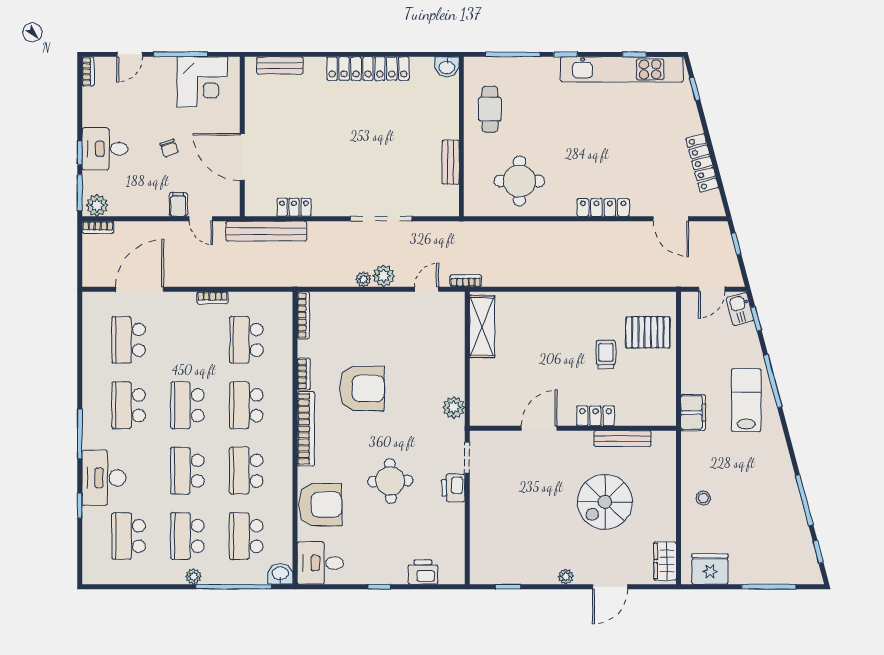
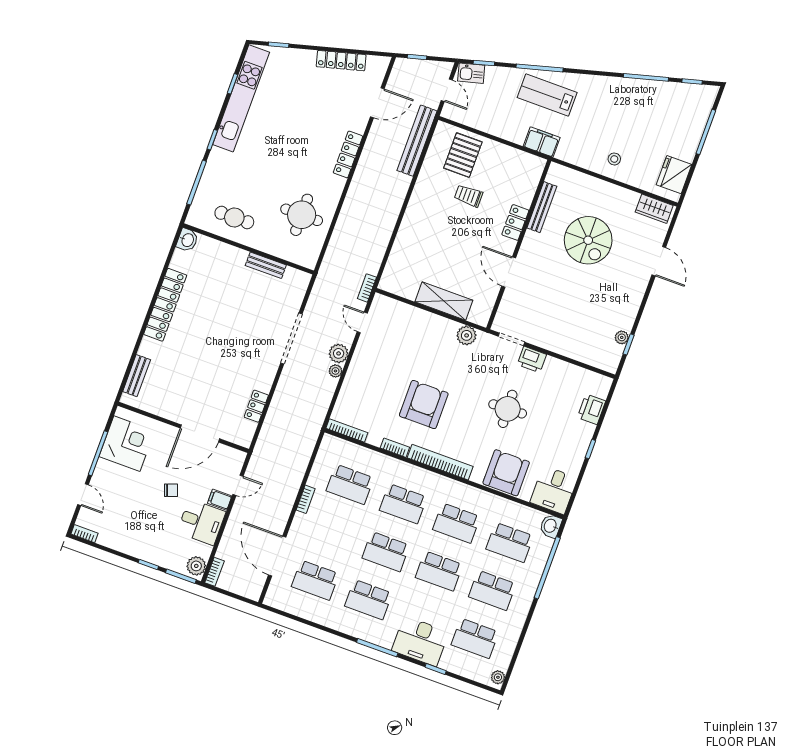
desk: (105, 149) -> (201, 522), moved, turned -90
bench: (266, 231) -> (417, 141), moved
shelving: (482, 327) -> (444, 301), moved
plant: (193, 576) -> (498, 677), moved
plant: (566, 577) -> (622, 337), moved

